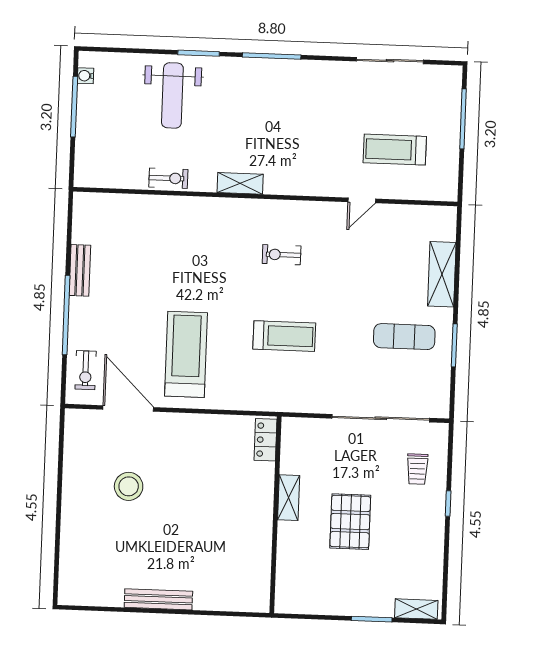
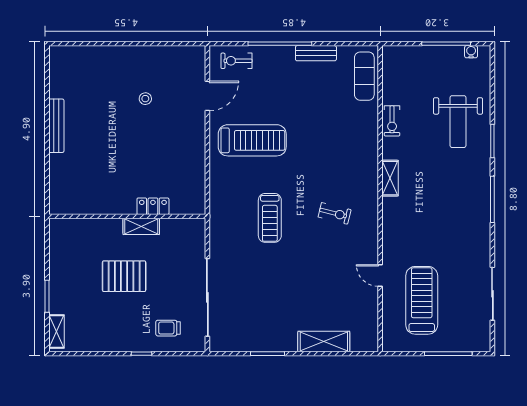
weight bench: (172, 95) -> (458, 122), turned -90
treadmill: (395, 150) -> (422, 300), width x1.37, depth x1.38
exercise bike: (282, 255) -> (335, 213), turned 104
exercise mat: (404, 337) -> (364, 76), moved
door: (128, 408) -> (207, 96), width x0.73
locker: (266, 440) -> (153, 206), moved
stool: (129, 486) -> (145, 99), width x0.53, depth x0.53

